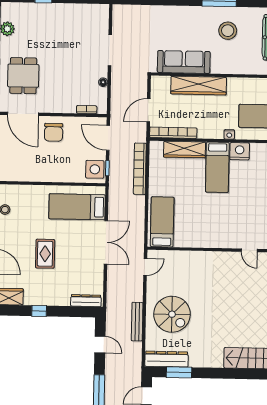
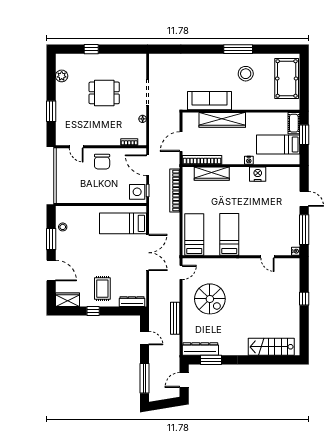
dining table: (23, 76) -> (104, 93), moved, turned 90
door: (23, 114) -> (76, 147), width x0.53
bed: (217, 167) -> (229, 234), moved, turned 180
rug: (45, 254) -> (102, 289), moved
spiral stairs: (172, 314) -> (210, 299), moved

